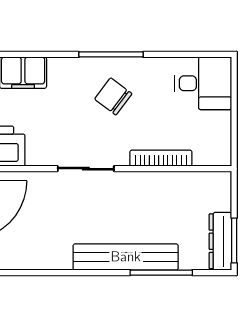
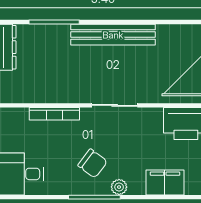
plant: (80, 67) -> (119, 187), added
bench: (126, 257) -> (113, 35), moved

